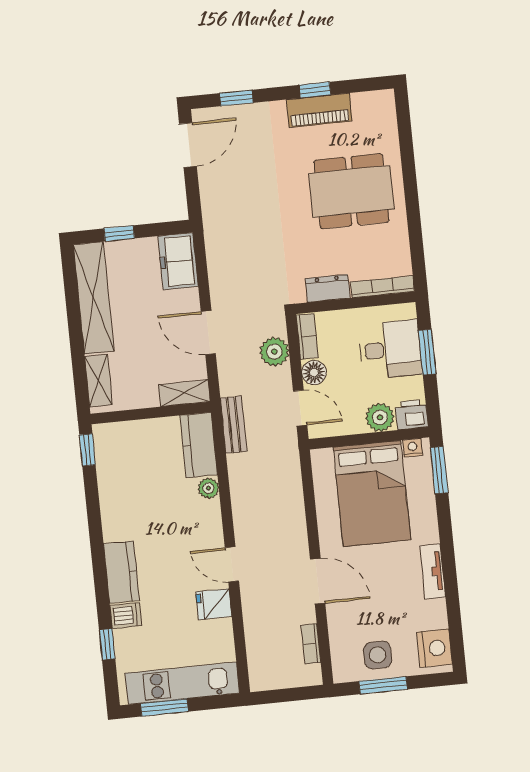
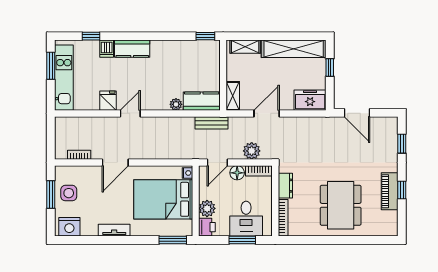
door: (188, 145) -> (357, 113), moved
nightstand: (413, 448) -> (187, 173), moved

